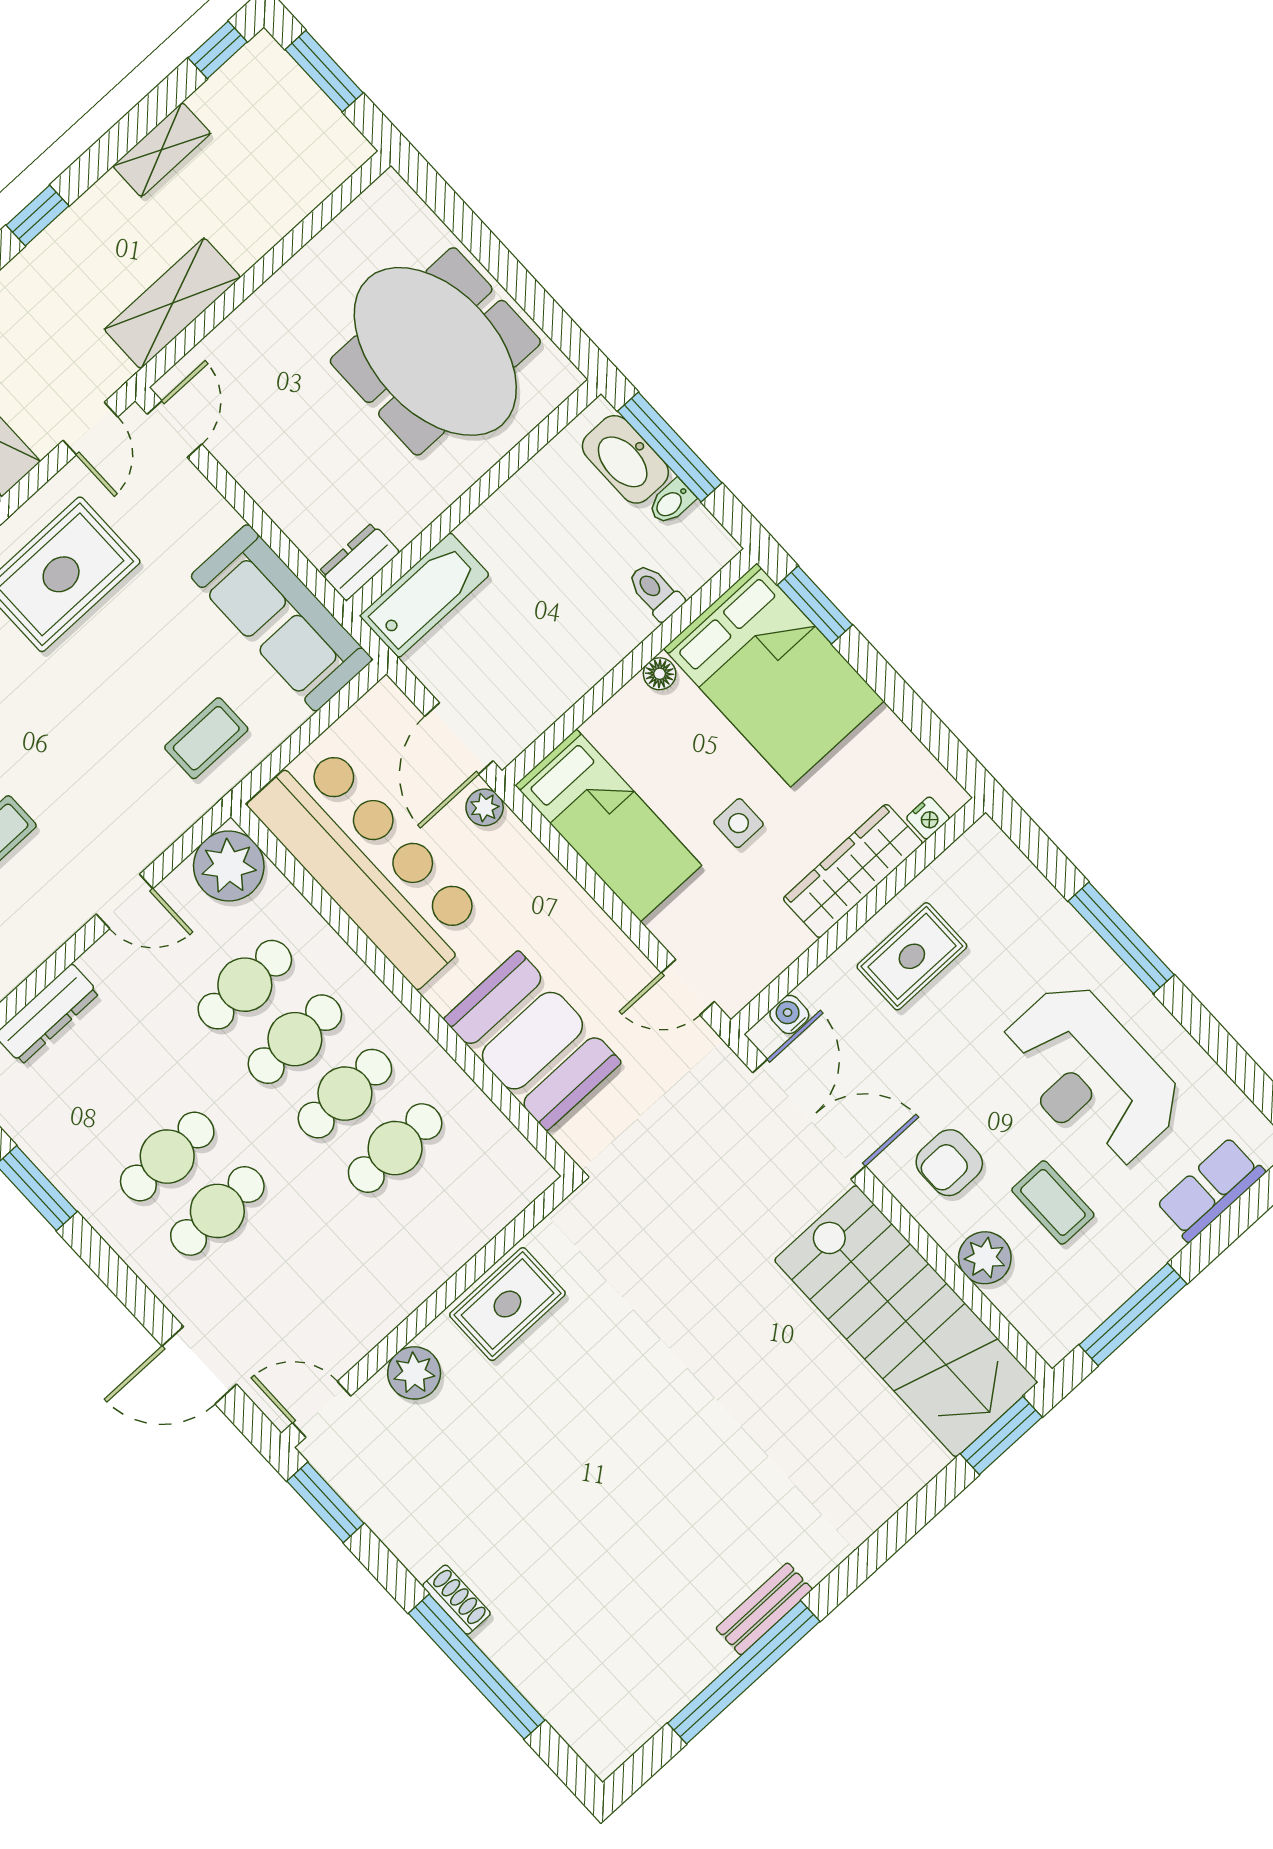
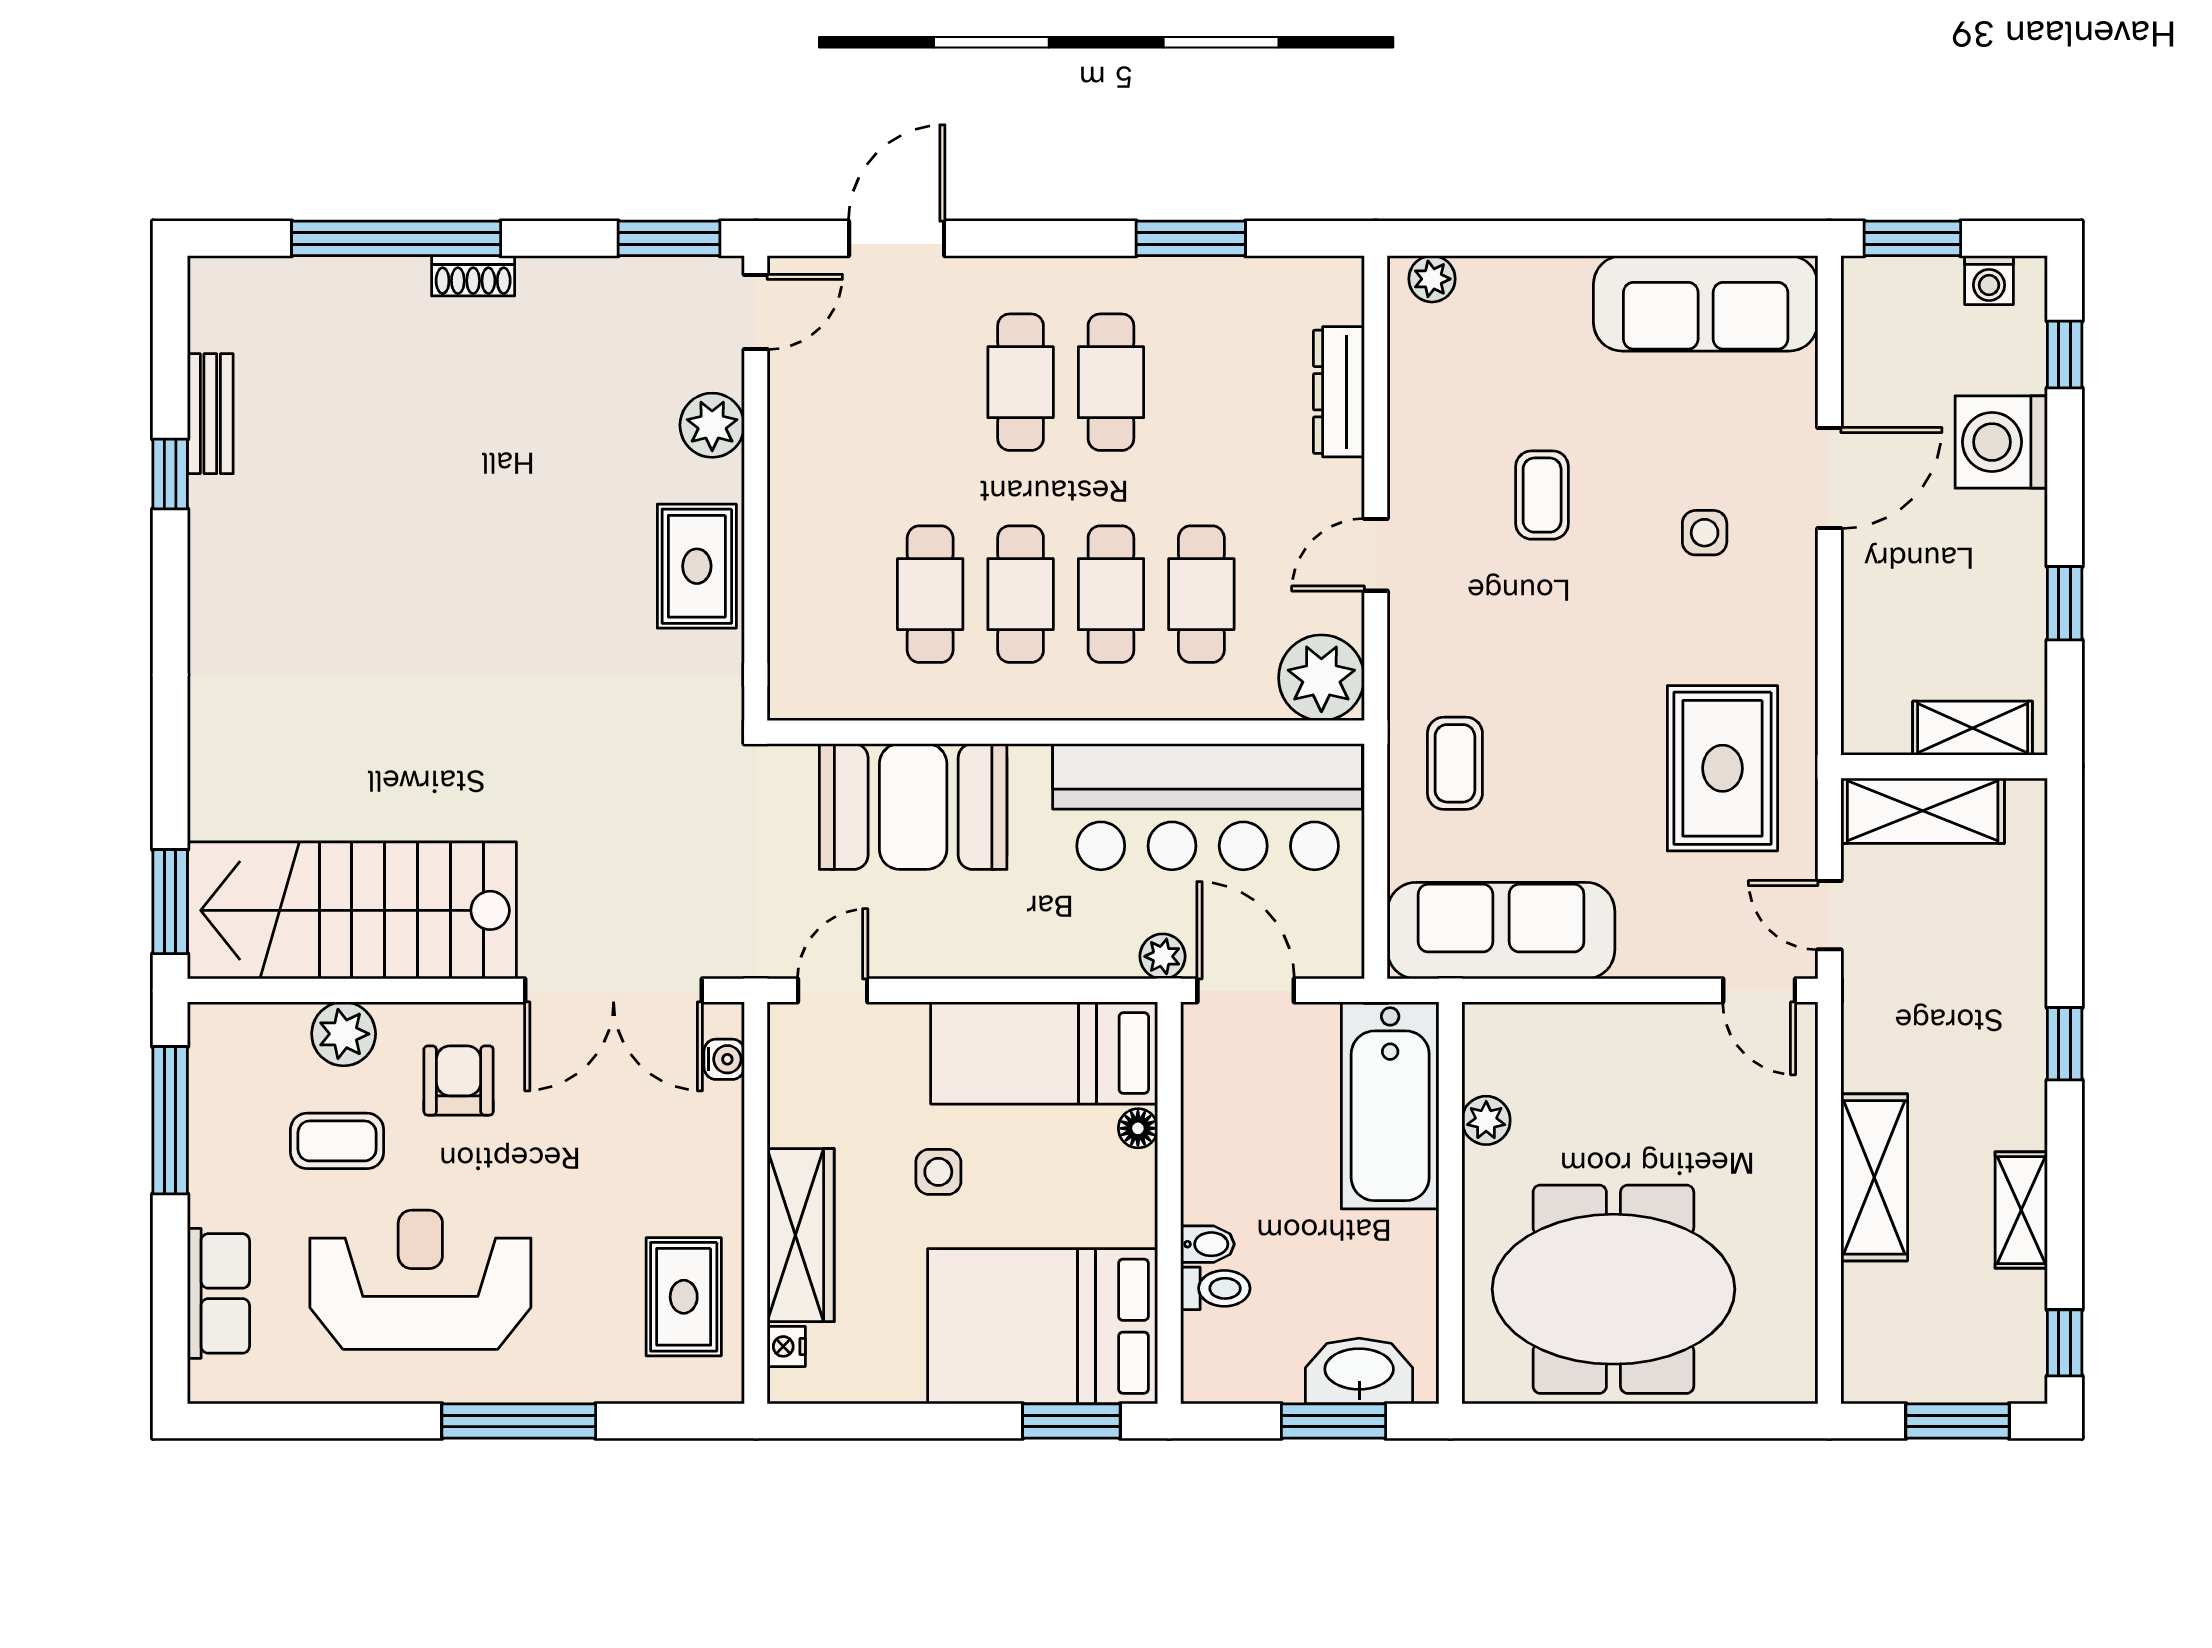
shelving: (172, 303) -> (1874, 1177), moved
window: (670, 447) -> (1334, 1421), width x0.69
bidet: (671, 502) -> (1207, 1244), moved, turned 90
plant: (404, 522) -> (1486, 1120), added
dresser: (359, 562) -> (1487, 1047), removed
bathtub: (424, 595) -> (1390, 1105), width x1.36, depth x1.36
floor lamp: (660, 674) -> (1138, 1128), moved
rug: (912, 956) -> (684, 1297), moved
bench: (764, 1609) -> (210, 414), moved
window: (744, 1672) -> (170, 474), width x0.32

